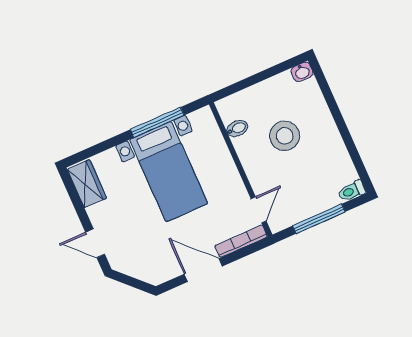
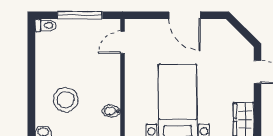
stool: (285, 136) -> (66, 100), moved
bookcase: (241, 241) -> (146, 24), removed

